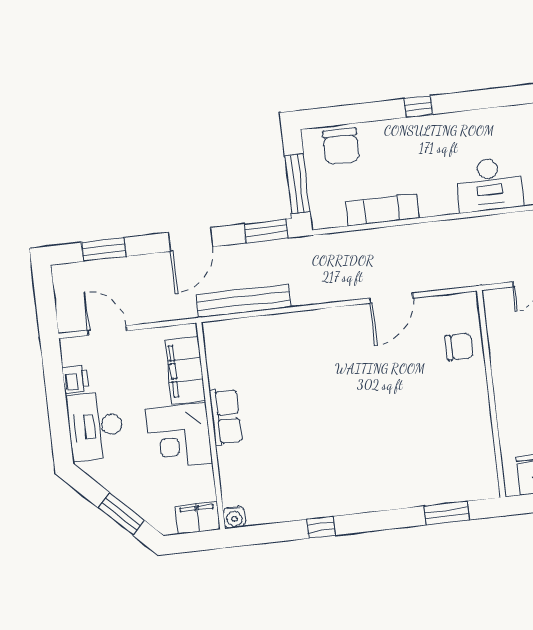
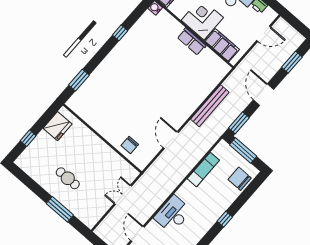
bench: (244, 301) -> (210, 106), moved

